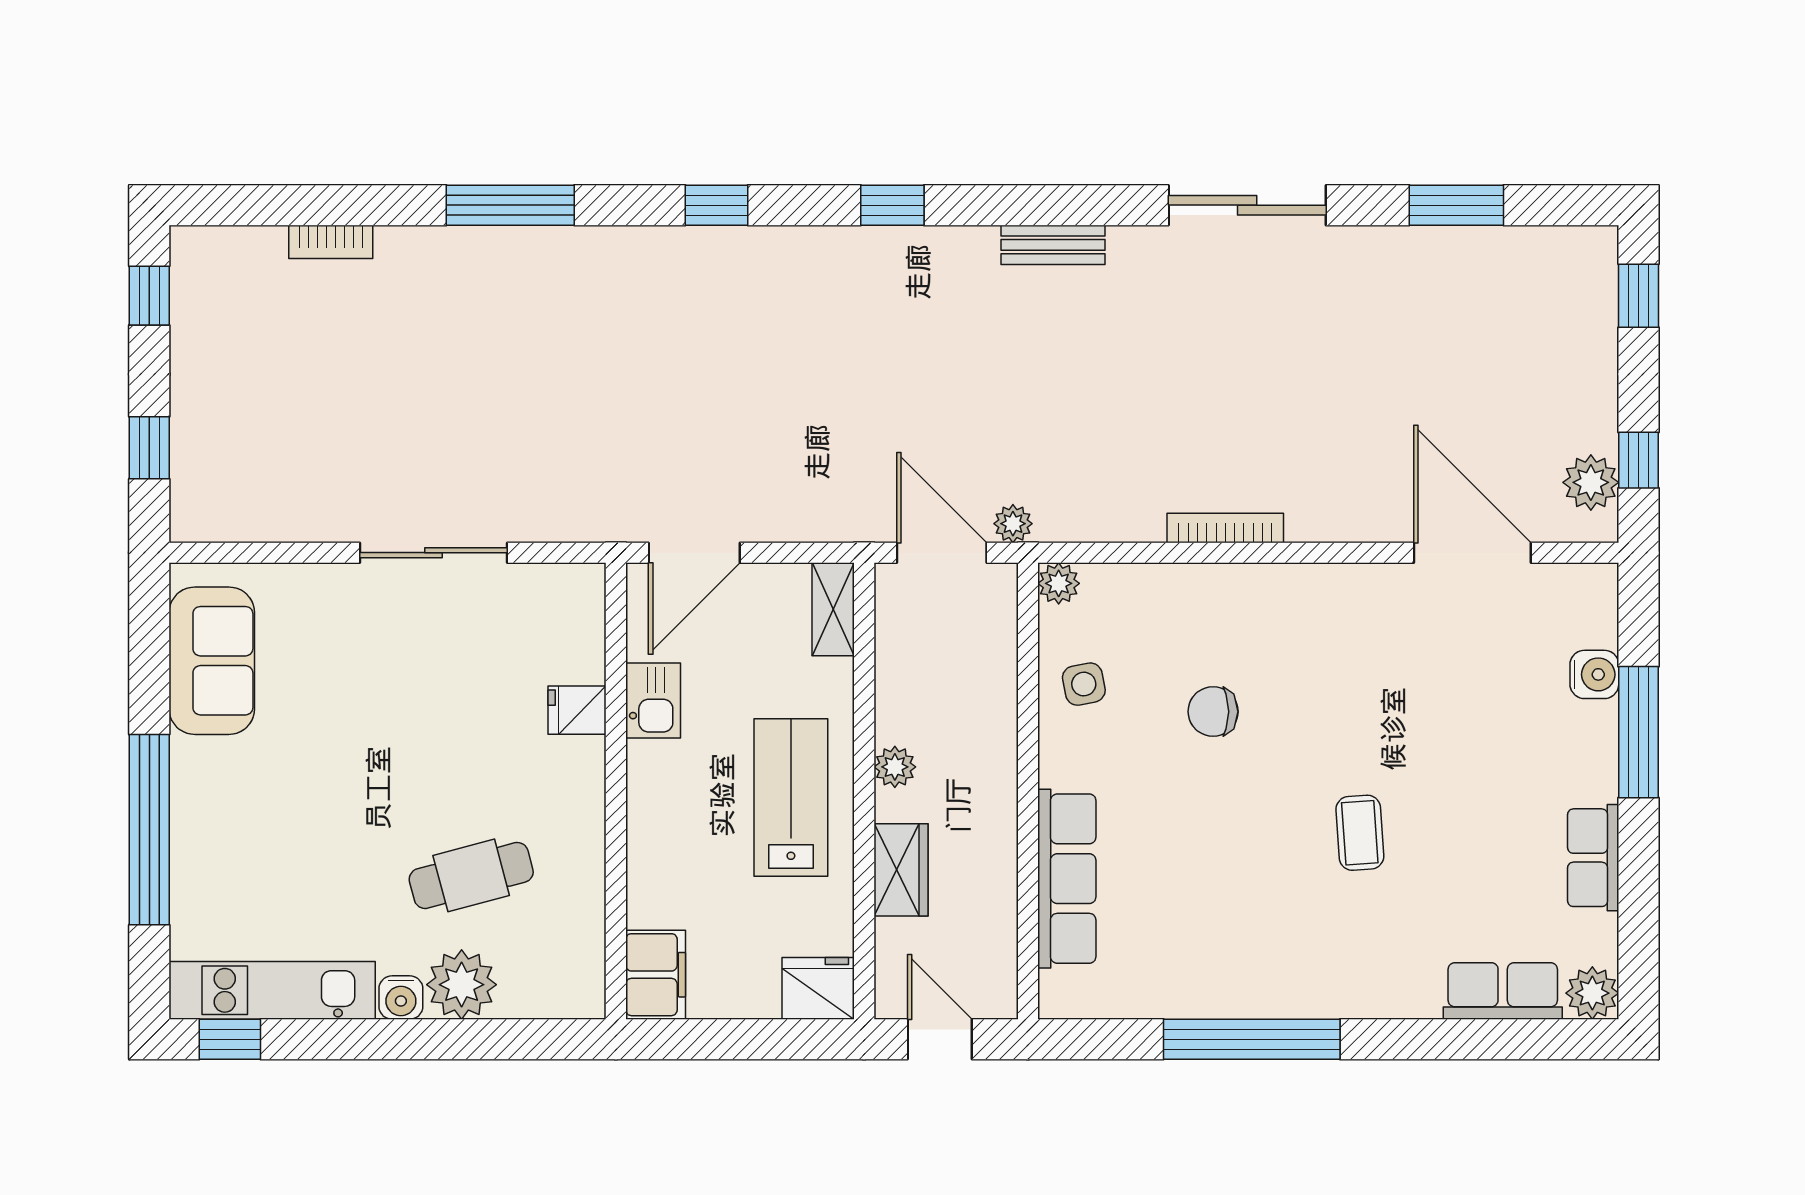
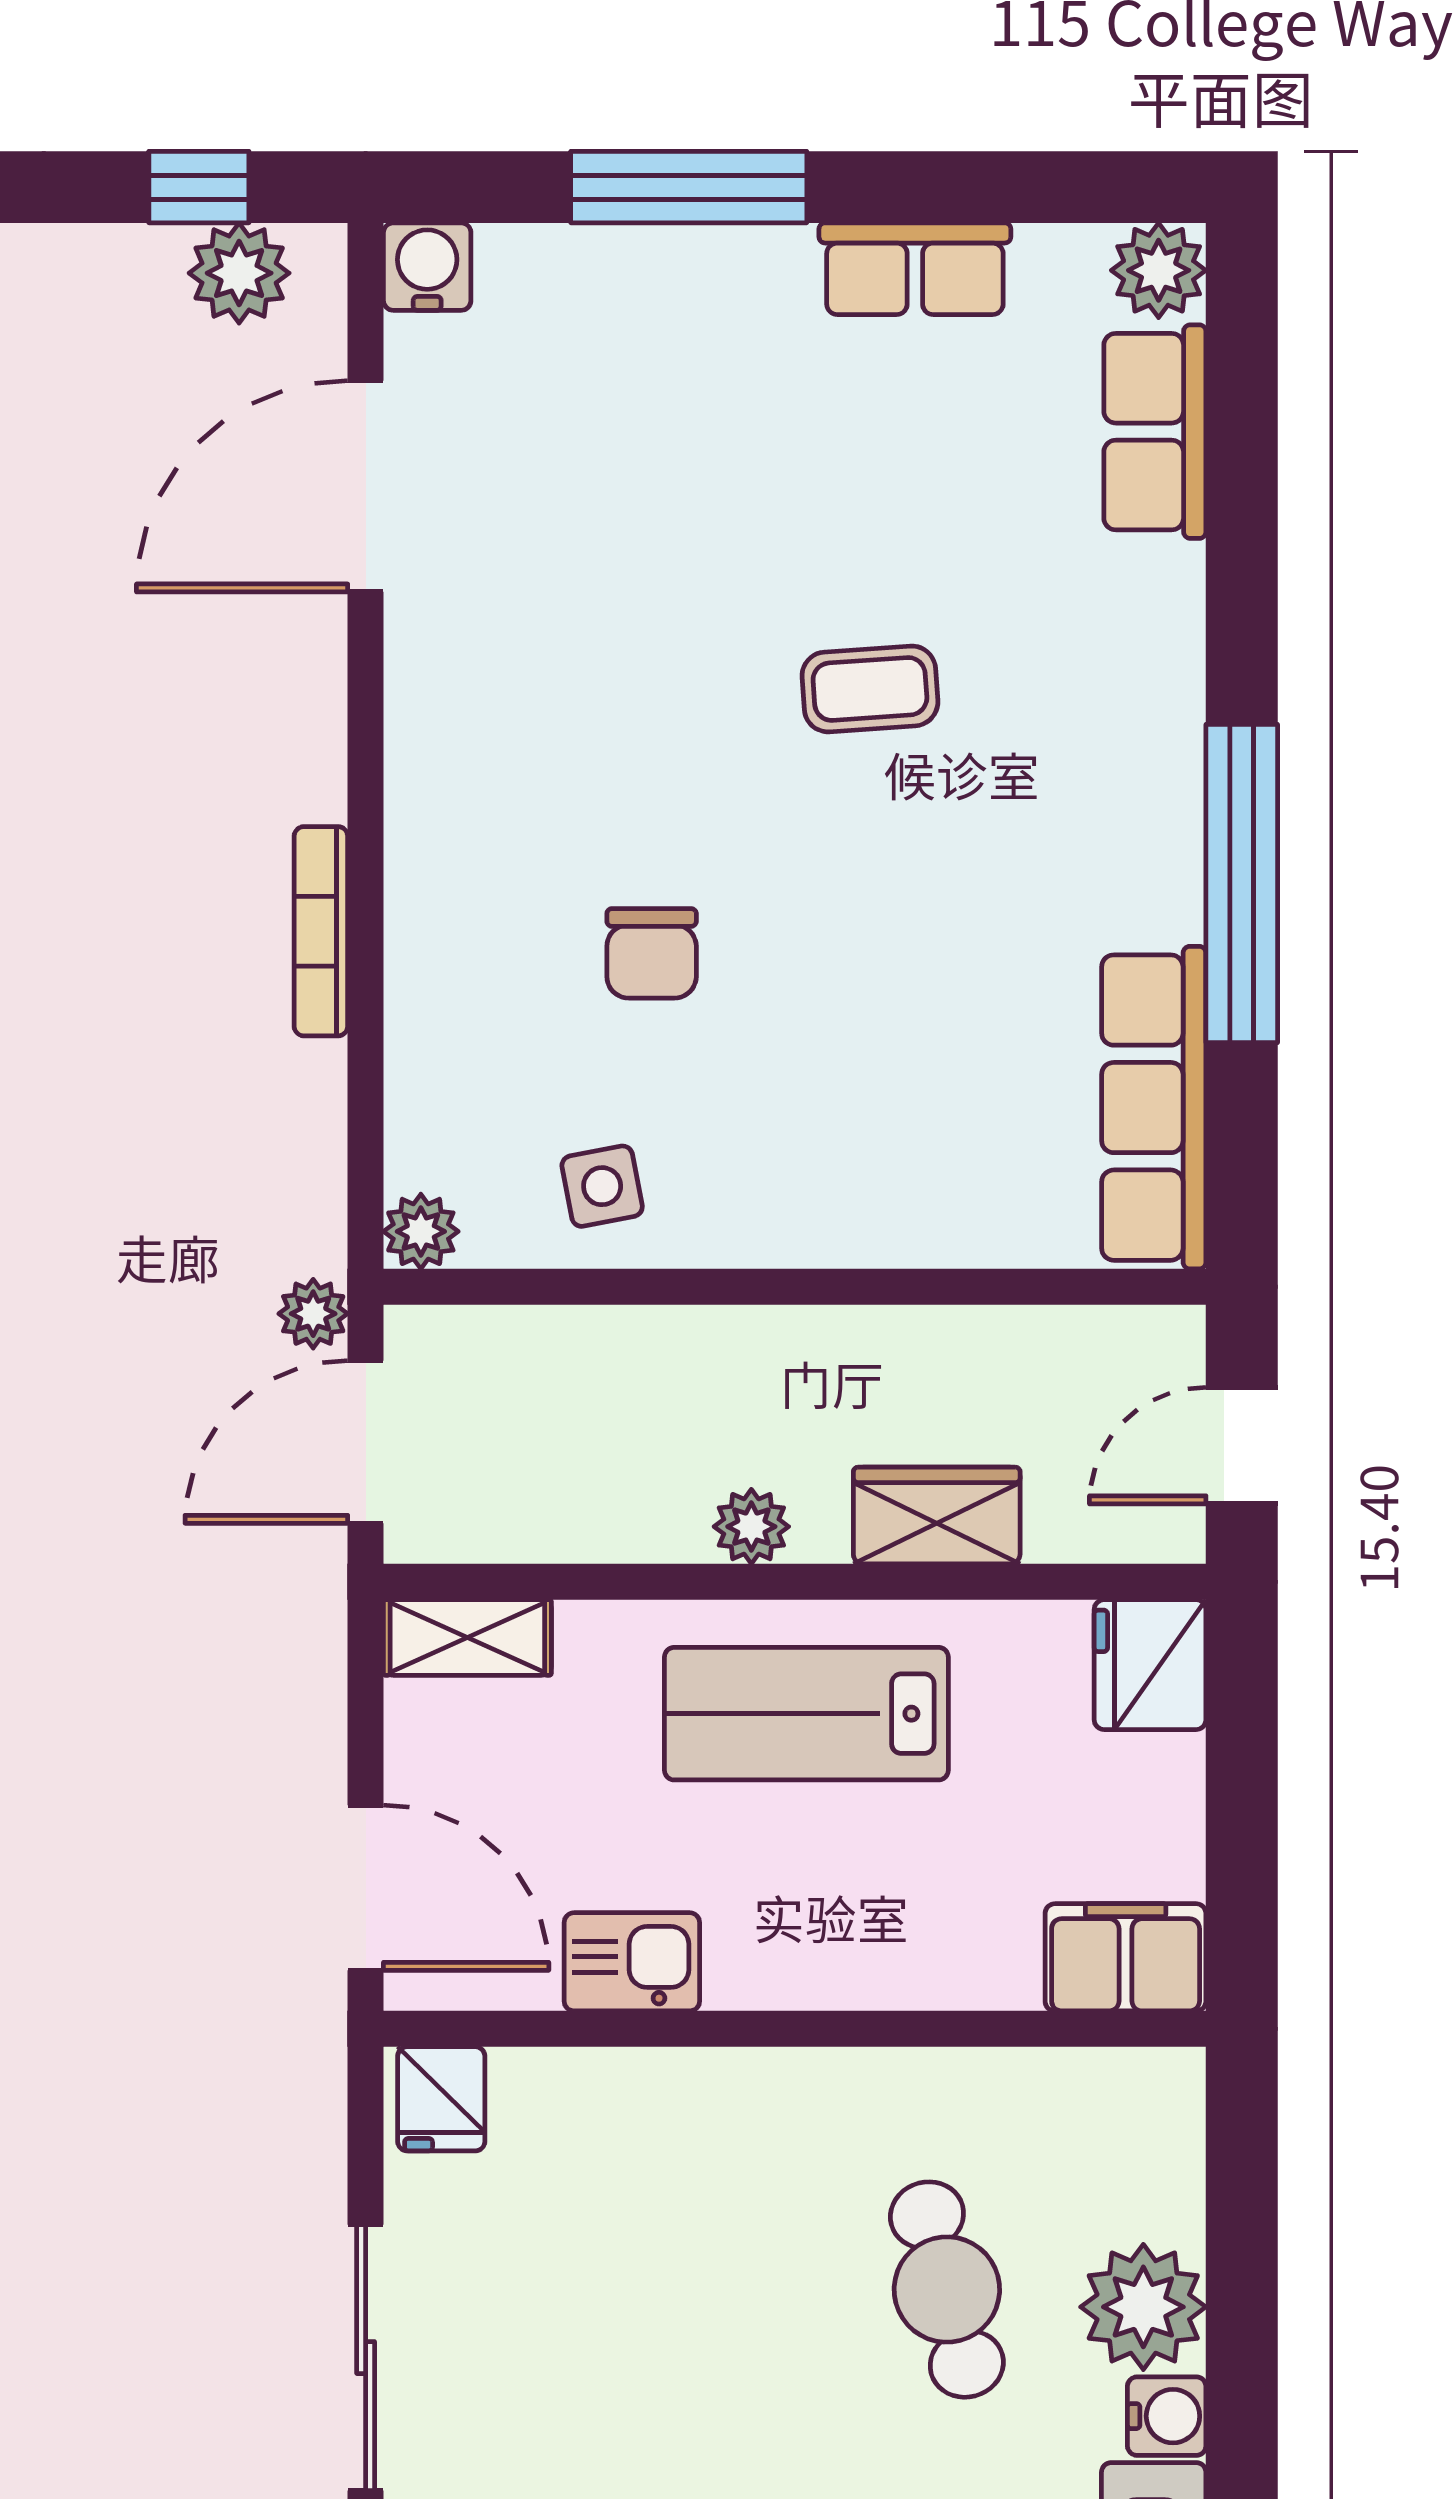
water cooler: (1594, 674) -> (427, 267), moved
fridge: (577, 710) -> (441, 2099), moved
row of seats: (1067, 879) -> (1154, 1108), moved, turned -90

